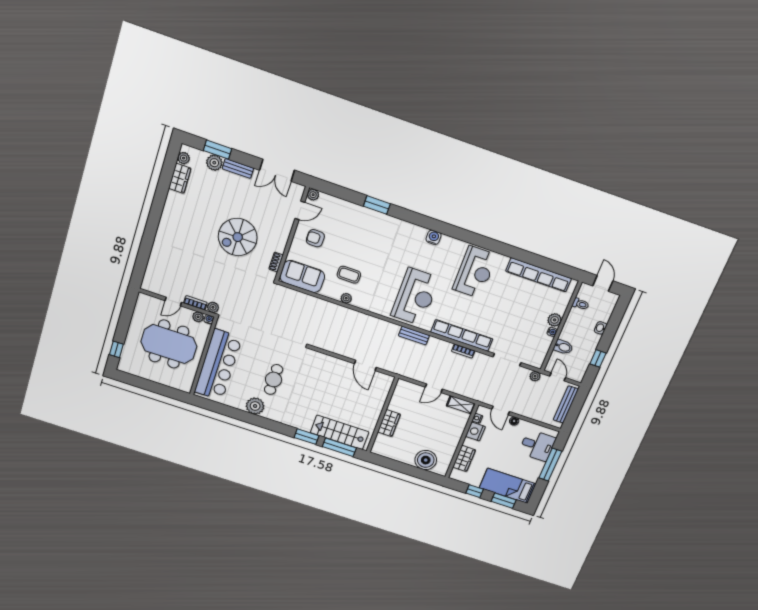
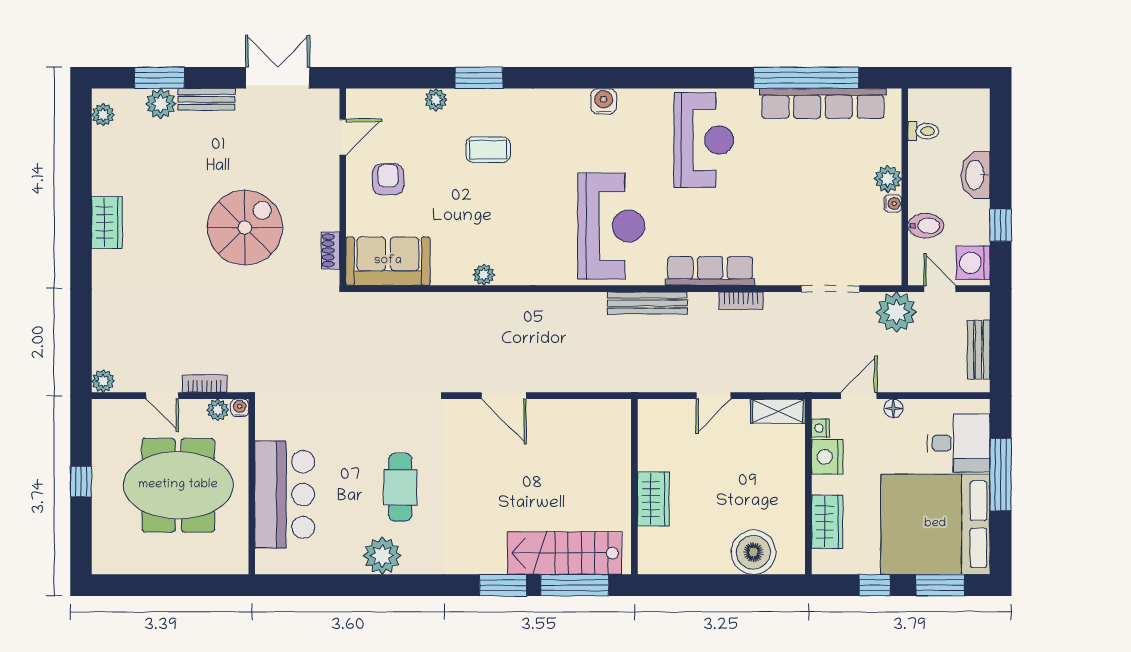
double door: (277, 170) -> (278, 78), swing flipped
wardrobe: (180, 178) -> (107, 222), moved
plant: (313, 195) -> (436, 100), moved
spiral stairs: (238, 237) -> (245, 228), turned 180
armchair: (315, 238) -> (388, 179), turned 90
window: (536, 260) -> (806, 78), added
coffee table: (349, 275) -> (488, 150), moved
door: (603, 283) -> (948, 78), removed
door: (173, 301) -> (162, 396), hinge flipped
plant: (213, 307) -> (103, 381), moved
washbasin: (601, 328) -> (976, 175), width x1.91, depth x1.45
row of seats: (462, 335) -> (710, 271), width x0.73
bench: (414, 336) -> (647, 303), width x1.36
window: (116, 349) -> (81, 481), moved
bar counter: (218, 365) -> (285, 495), width x0.73
door: (365, 365) -> (504, 396), moved
washing machine: (578, 371) -> (973, 263), added
plant: (535, 376) -> (896, 312), width x1.87, depth x1.87
bench: (566, 404) -> (979, 350), width x0.73
door: (501, 410) -> (859, 396), swing flipped
bed: (508, 486) -> (935, 524), width x2.04

